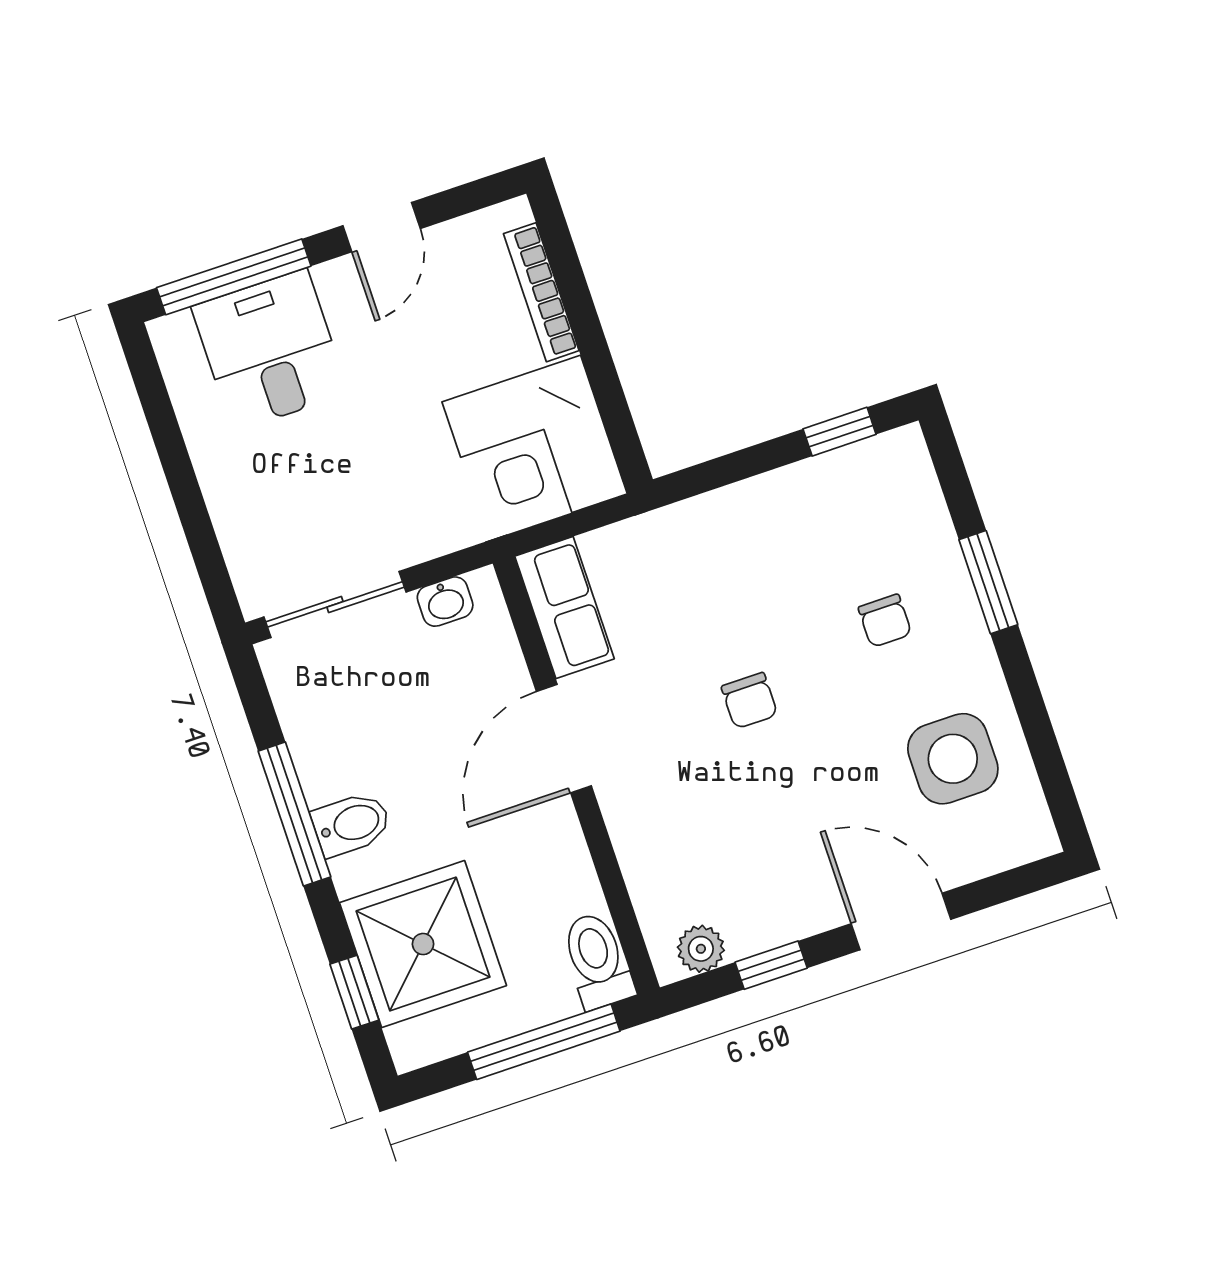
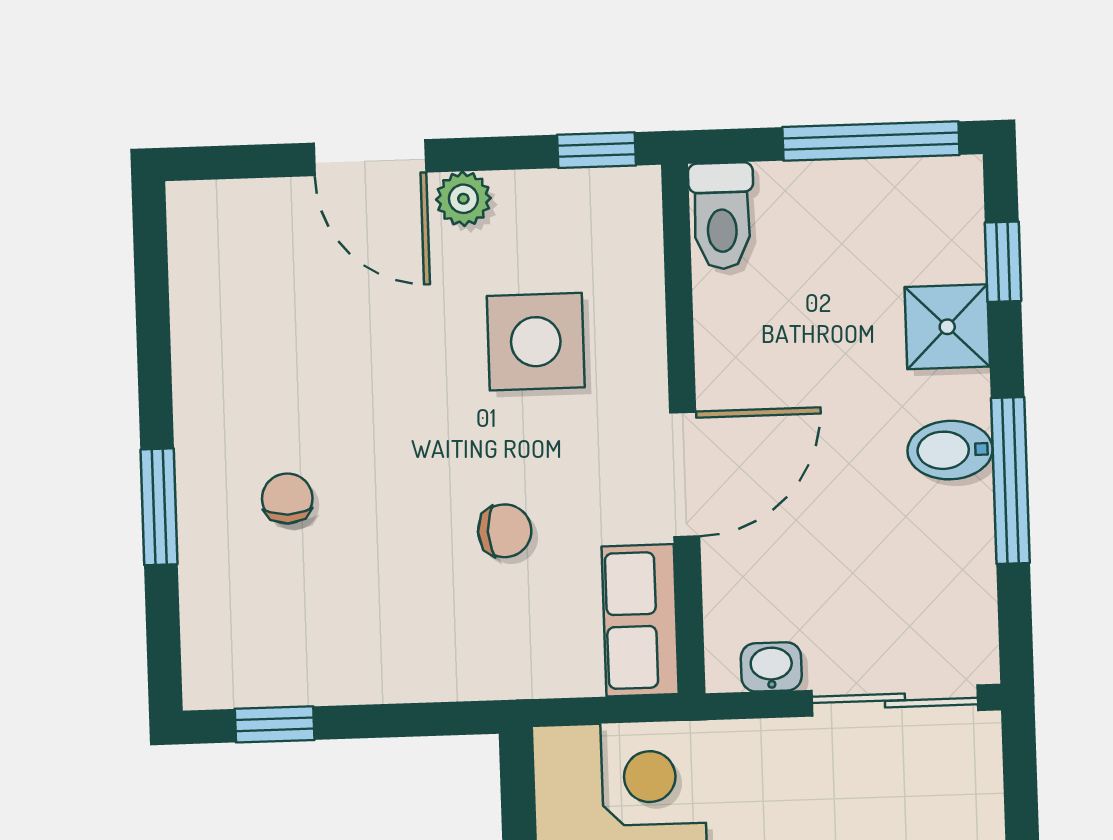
chair: (749, 701) -> (505, 531), moved, turned 89
side table: (953, 759) -> (536, 342), moved
shower: (423, 944) -> (947, 327), width x0.54, depth x0.54
plant: (701, 949) -> (463, 199), moved
window: (771, 965) -> (596, 150), moved
window: (544, 1042) -> (871, 141), moved

